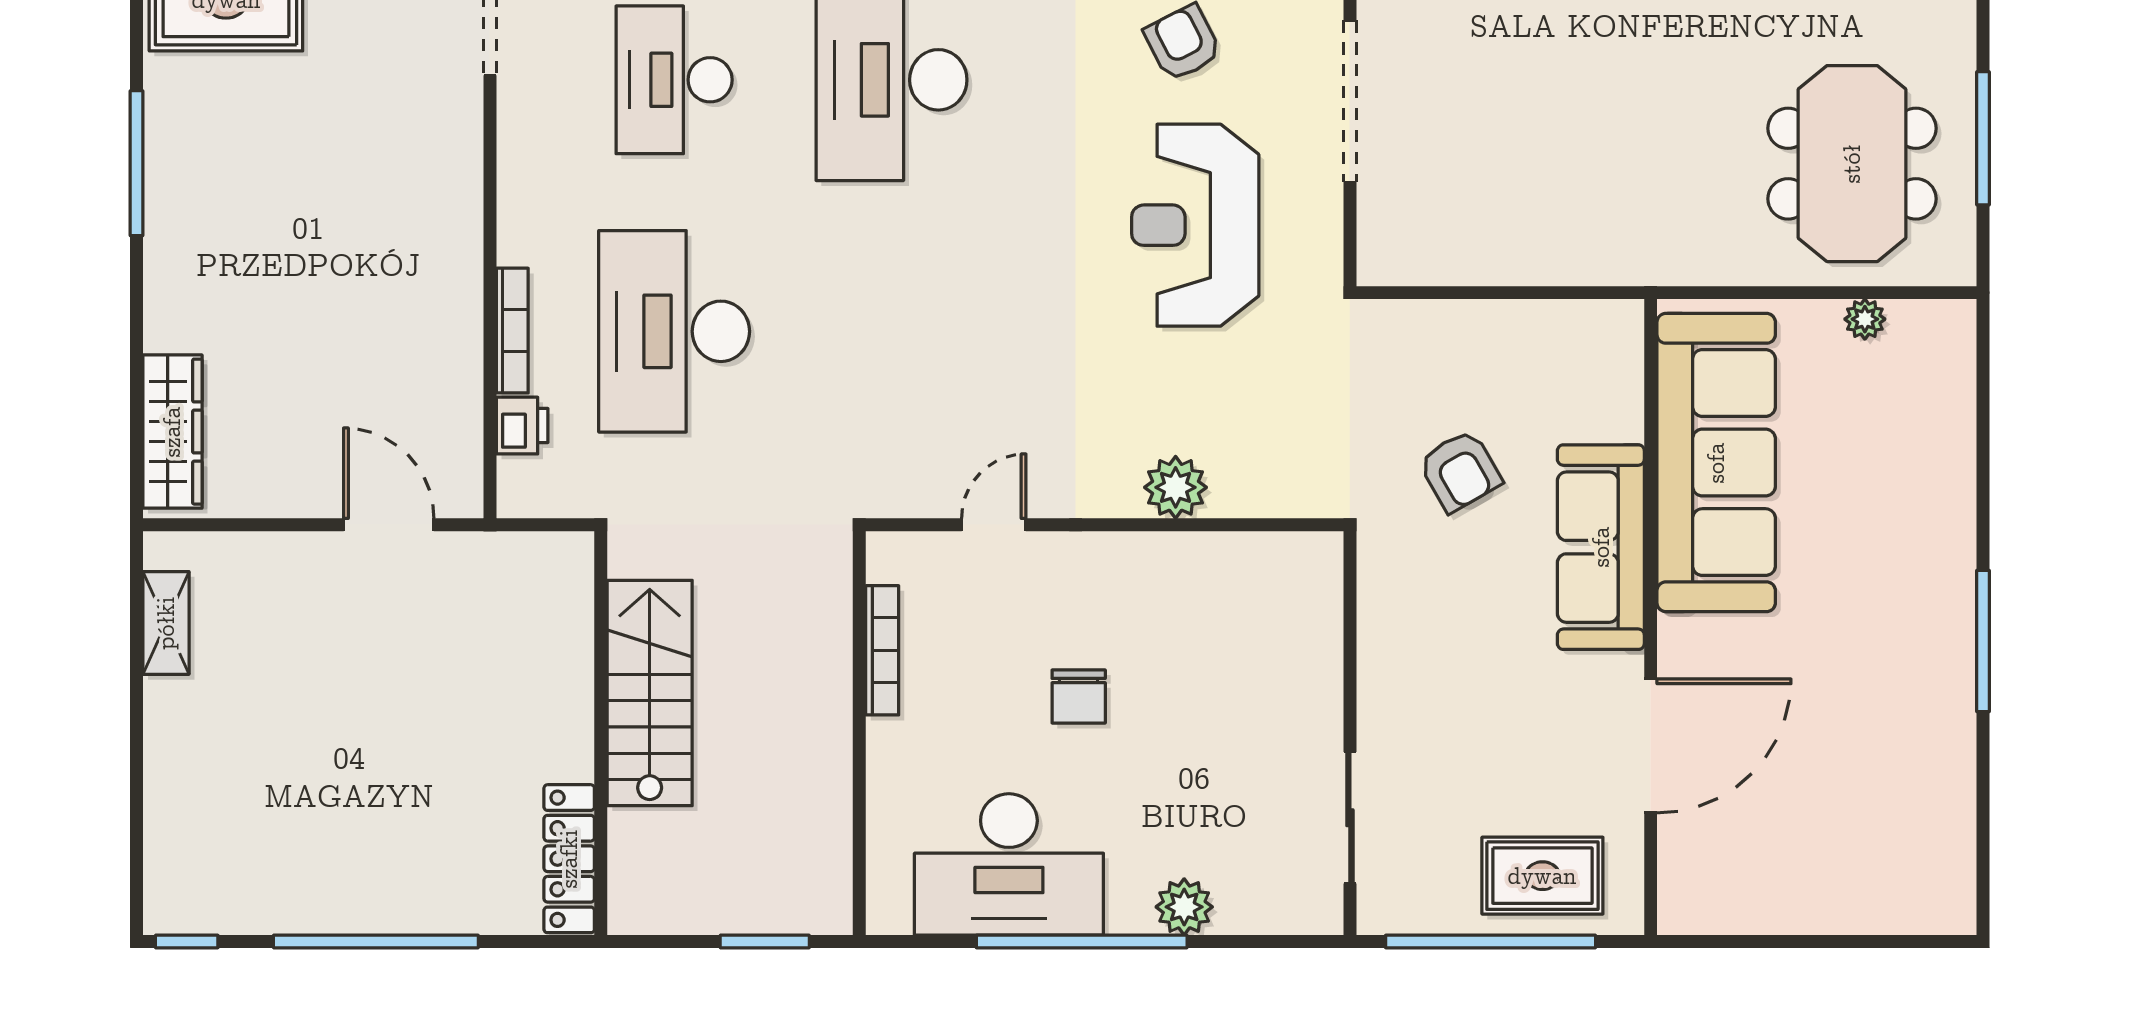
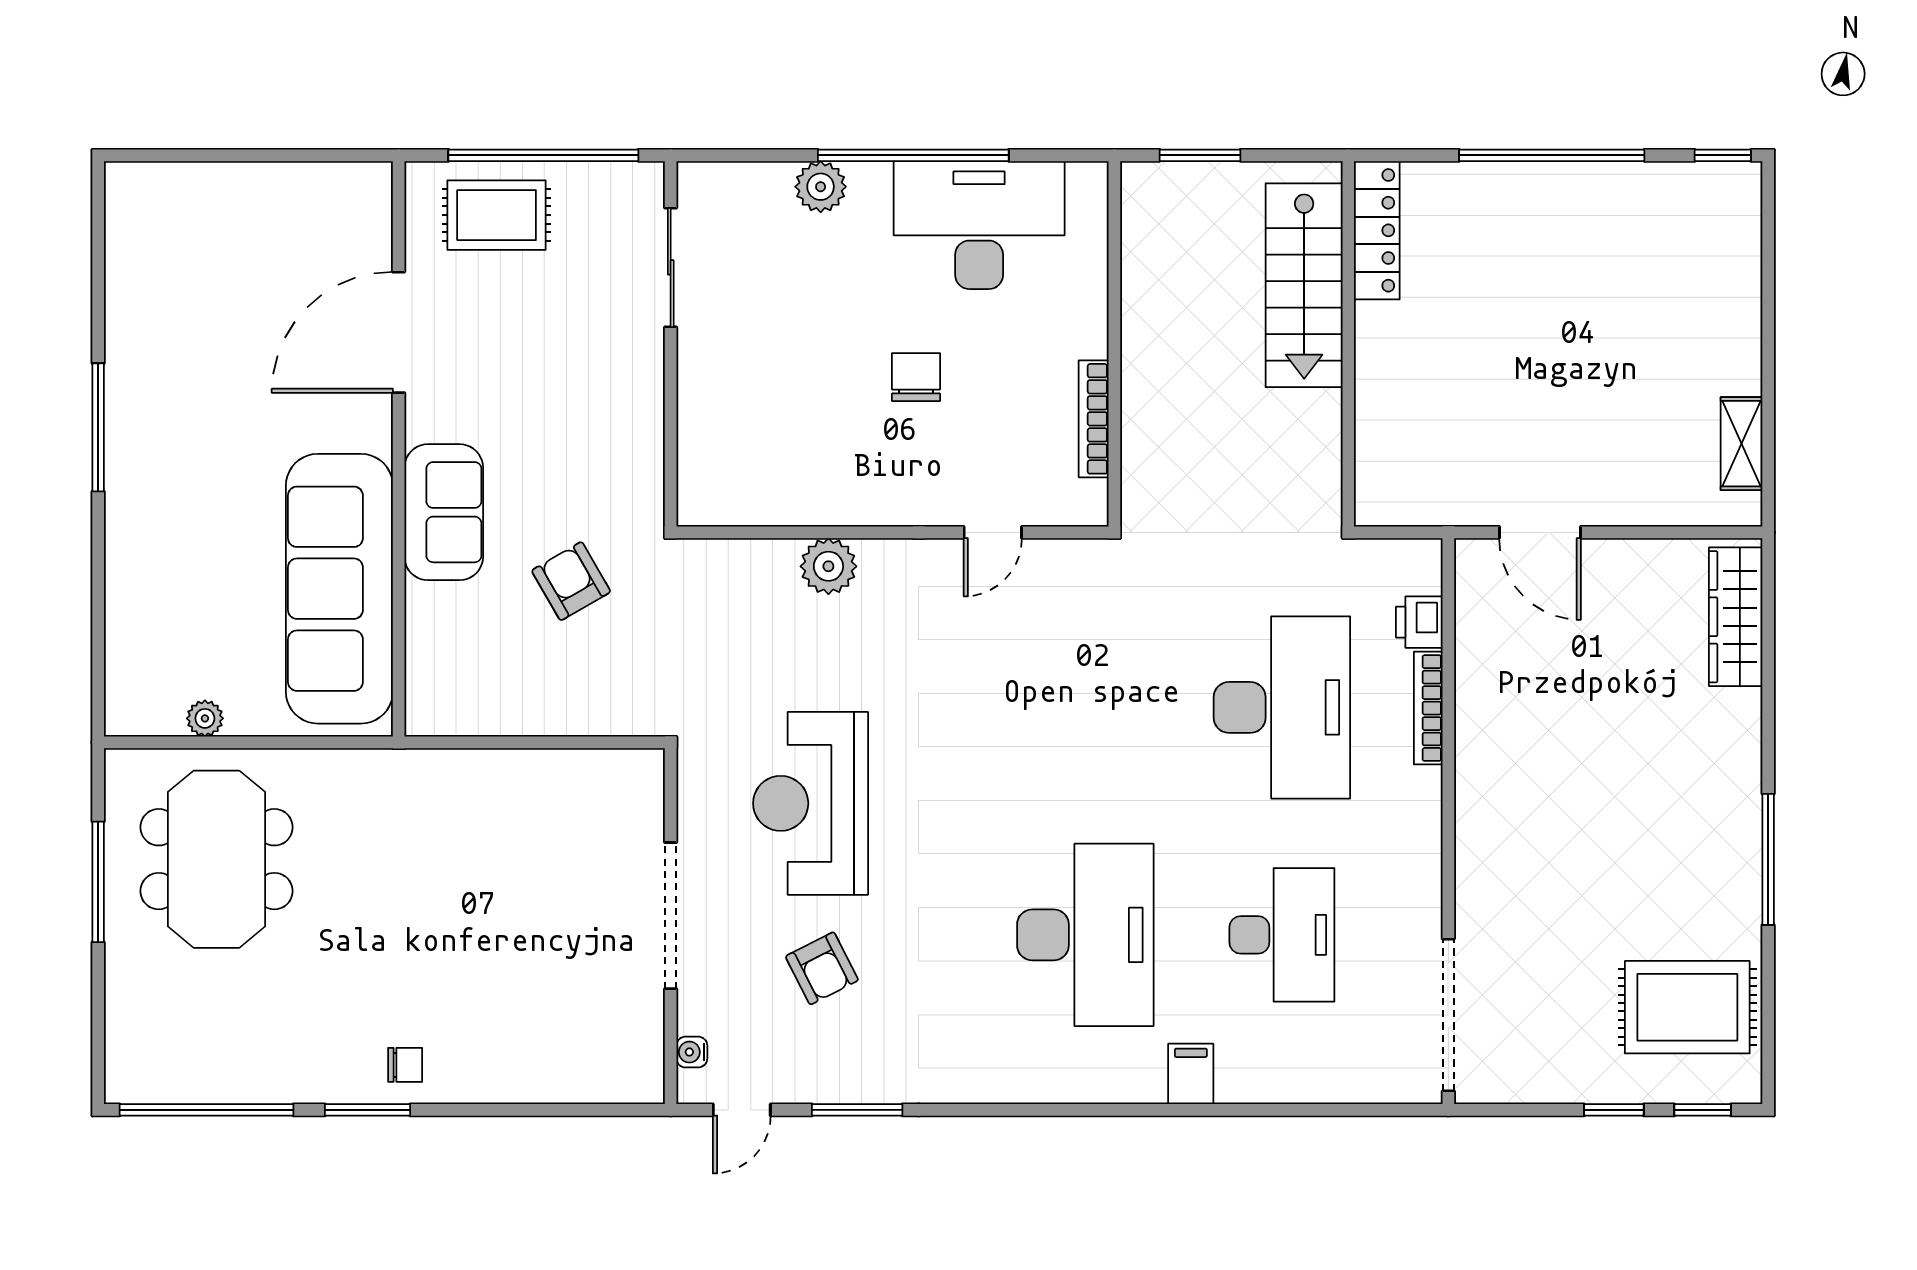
reception desk: (1195, 225) -> (811, 803), turned 180
sofa: (1601, 547) -> (444, 512), width x0.73
stairs: (650, 693) -> (1304, 285), moved

